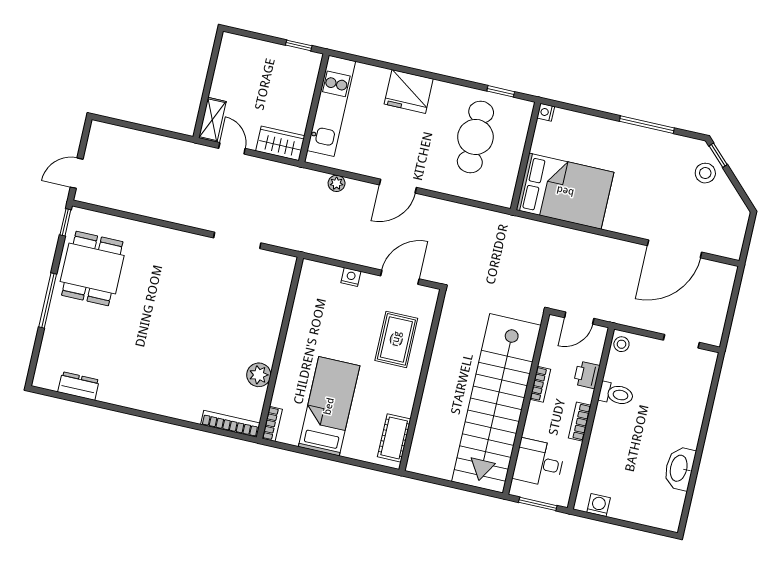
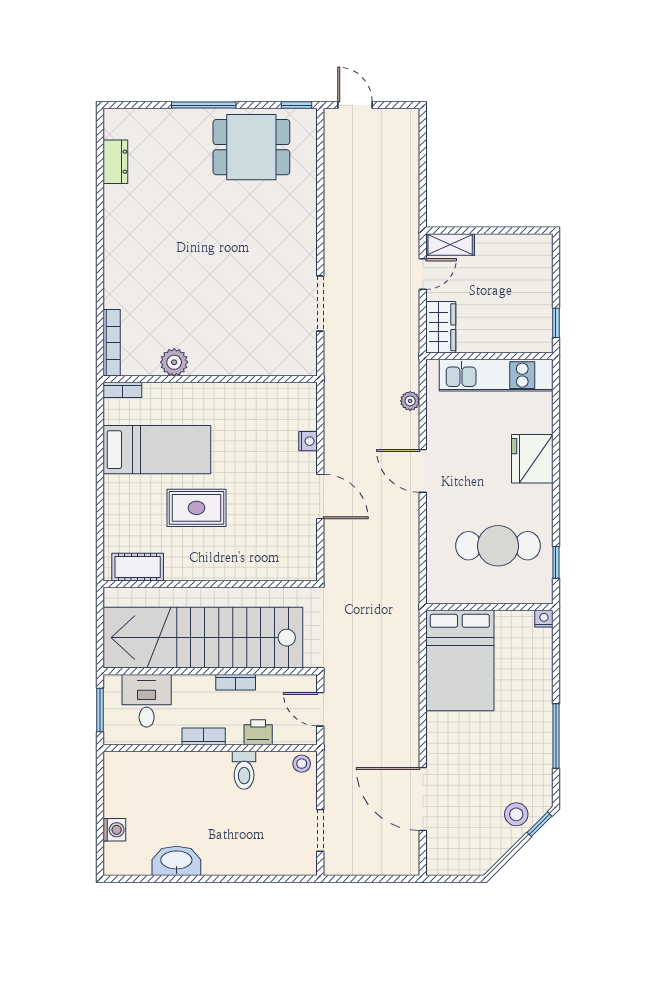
rug: (396, 339) -> (196, 508), moved
wall: (422, 380) -> (210, 584), moved
cot: (394, 438) -> (138, 567), moved
washing machine: (599, 505) -> (114, 830), moved

